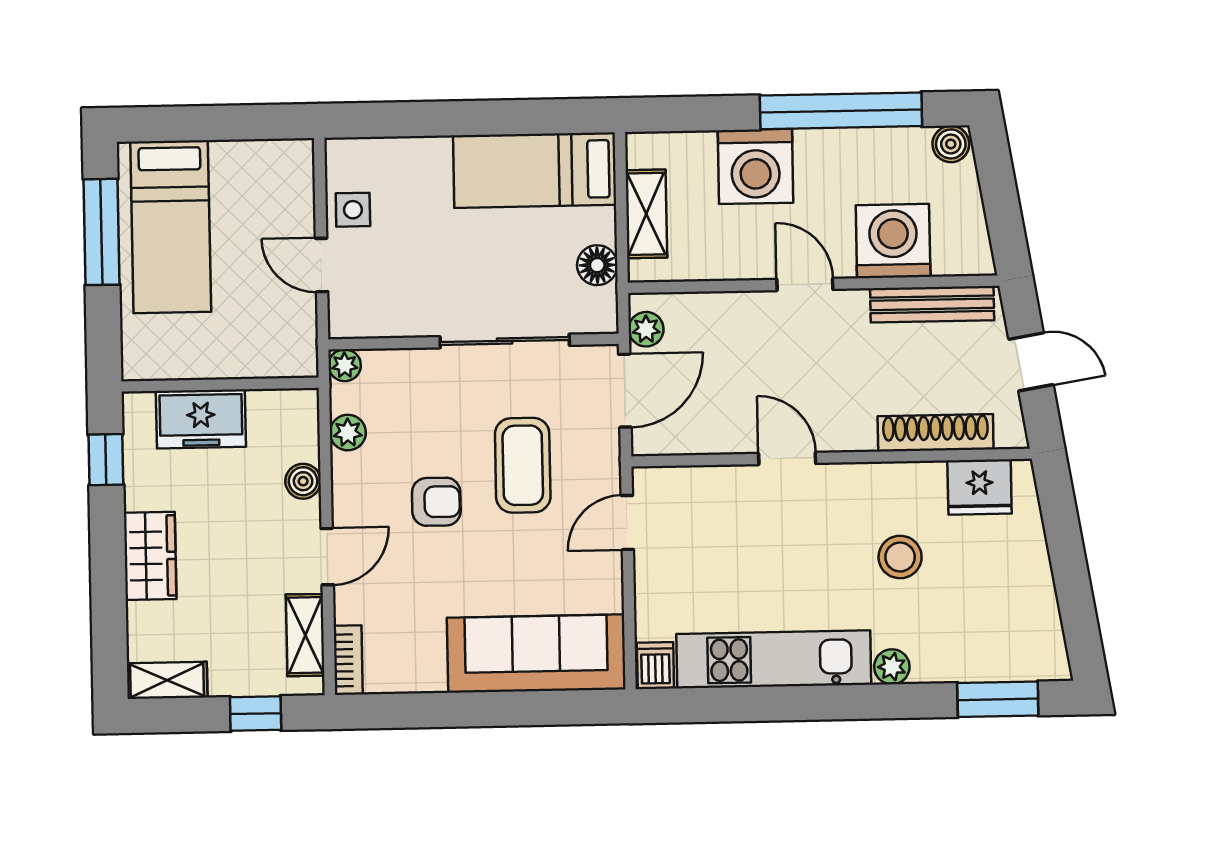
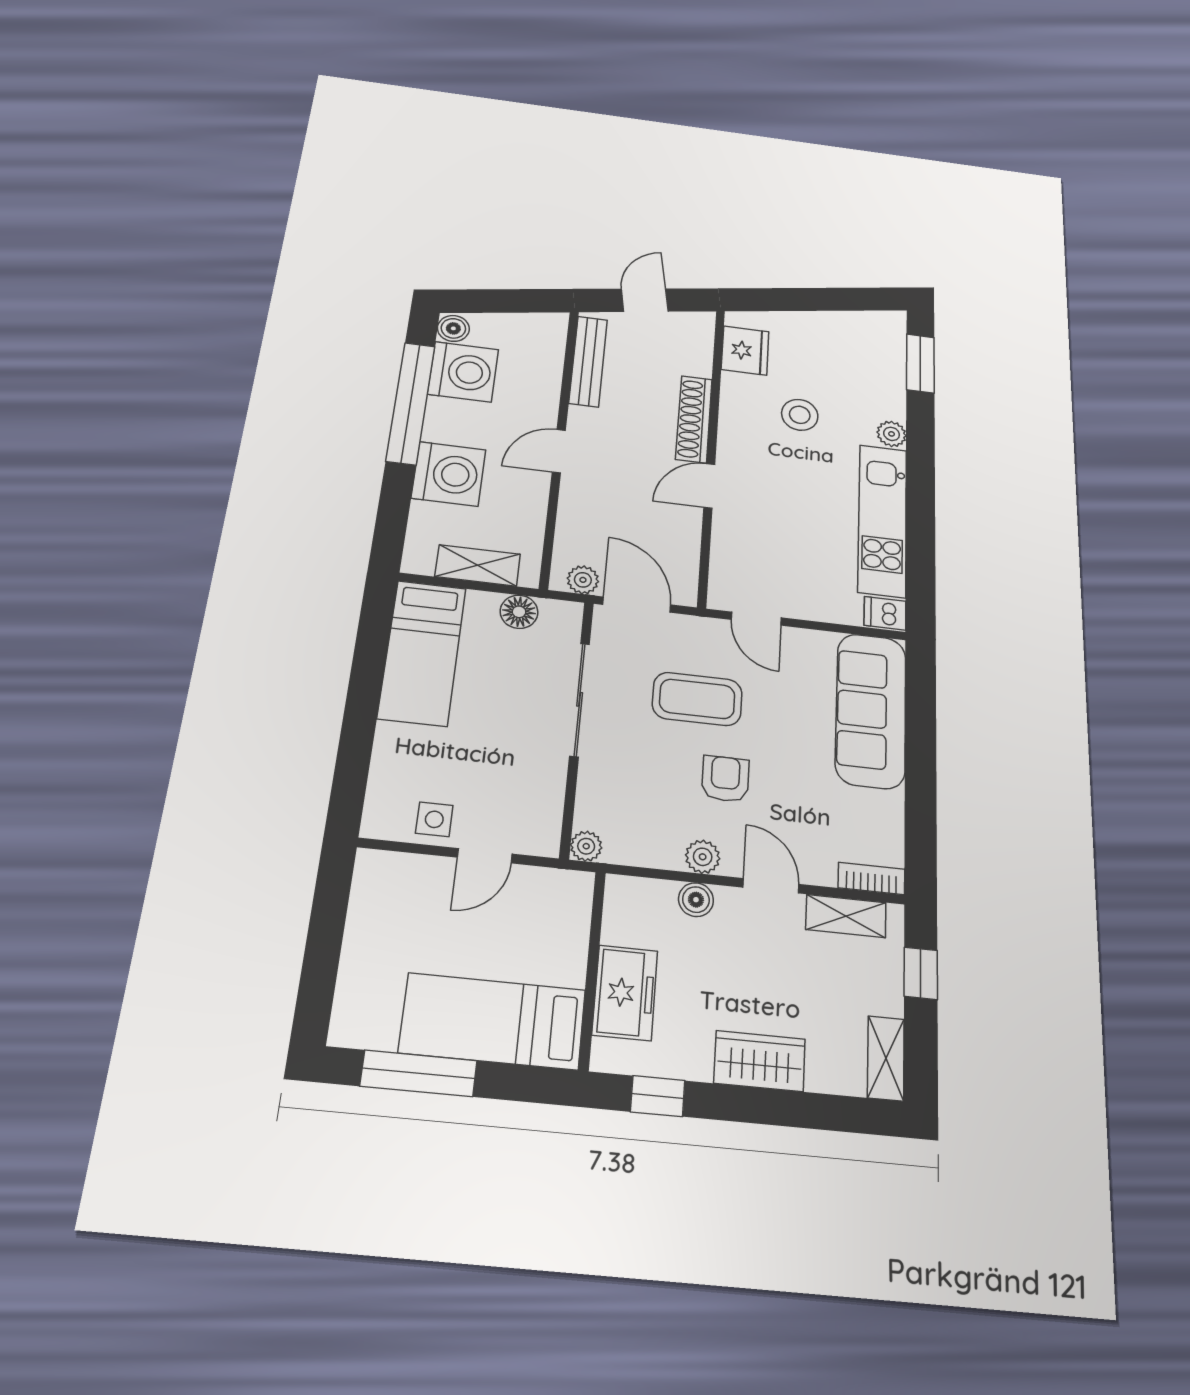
bed: (171, 227) -> (493, 1021), moved, turned 180
washing machine: (893, 241) -> (463, 372), moved, turned 180
plant: (348, 433) -> (703, 857), moved
shoe rack: (936, 433) -> (694, 419), moved

